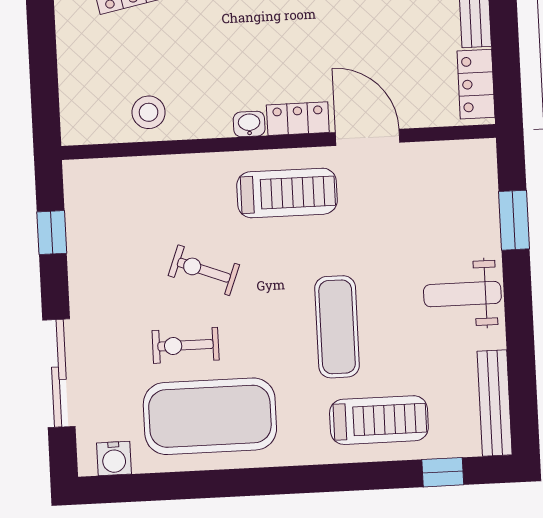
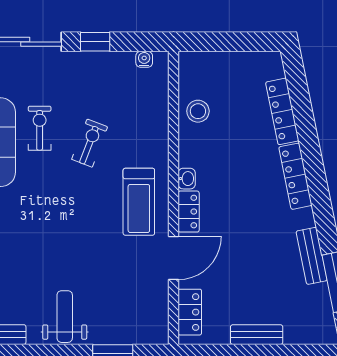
locker: (476, 84) -> (190, 312), moved, turned 90
water cooler: (76, 196) -> (144, 59), added
window: (52, 233) -> (95, 42), moved
exercise mat: (337, 327) -> (47, 231), removed

